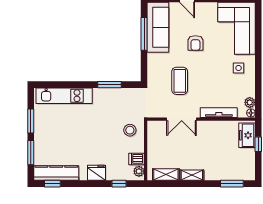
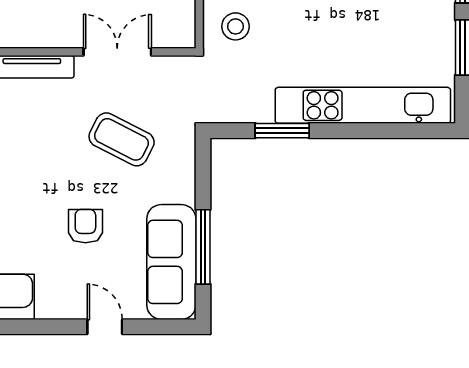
coffee table: (180, 81) -> (122, 139), turned -63
kitchen unit: (64, 96) -> (363, 105), width x1.36

